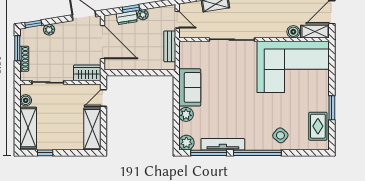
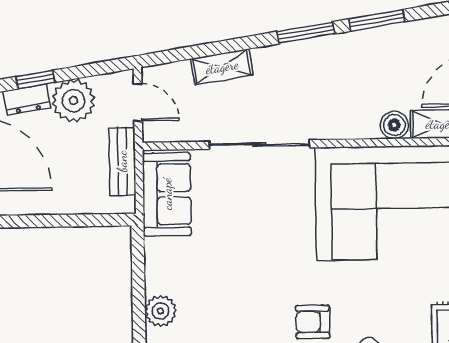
plant: (143, 15) -> (73, 101), width x1.88, depth x1.88
sofa: (190, 87) -> (167, 194), moved
armchair: (255, 120) -> (313, 322), added

